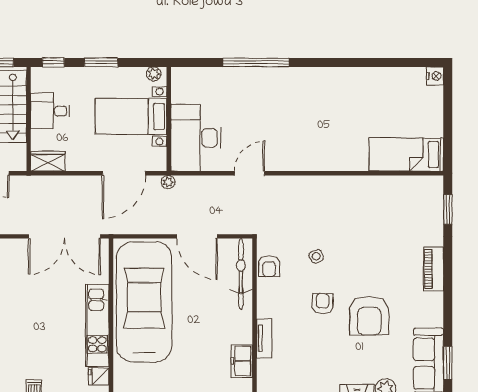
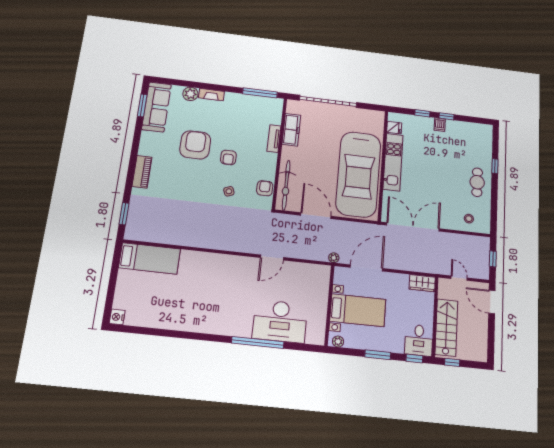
desk: (50, 111) -> (419, 340), moved, turned 90
desk: (196, 138) -> (280, 321), moved, turned 90
freezer: (242, 361) -> (291, 130), width x1.40

